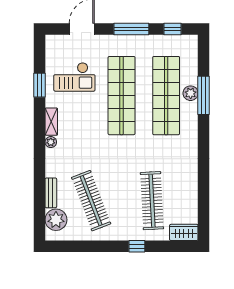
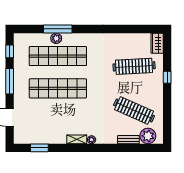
checkout: (74, 77) -> (44, 123), removed
window: (40, 85) -> (39, 148), moved
clothes rail: (91, 201) -> (134, 110), turned 45

